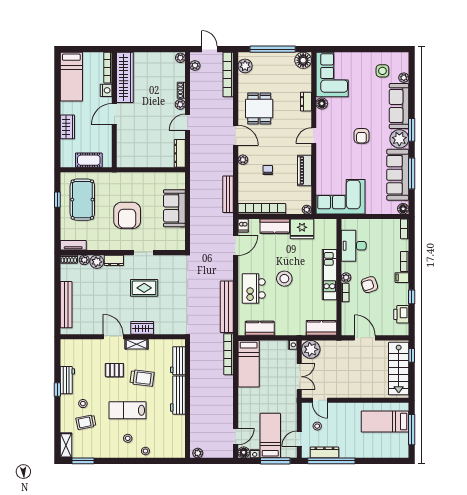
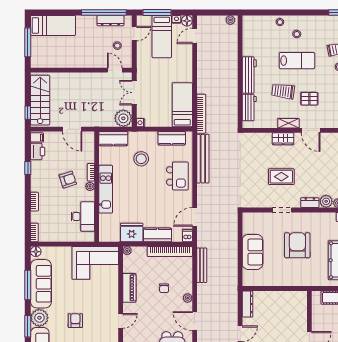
filing cabinet: (402, 278) -> (37, 137), moved
stool: (284, 279) -> (141, 159), moved
bed: (385, 422) -> (53, 25), moved

